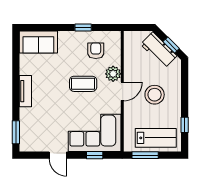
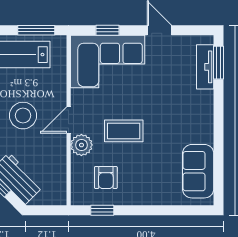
window: (83, 28) -> (102, 210), moved
sofa: (38, 42) -> (198, 171), moved, turned -90
tv unit: (25, 91) -> (205, 67), moved

